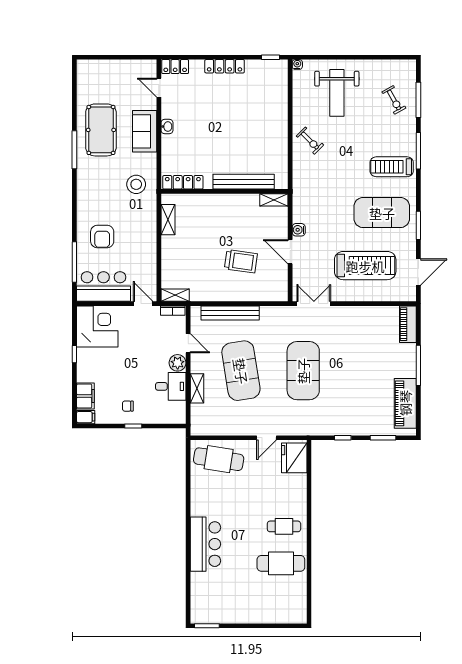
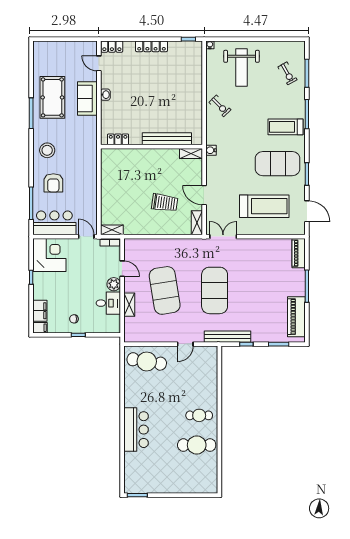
locker: (183, 182) -> (118, 139), width x0.66
stool: (136, 184) -> (47, 150), moved
shelving: (168, 220) -> (197, 223), moved
water cooler: (299, 230) -> (211, 150), moved
door: (418, 272) -> (307, 211), hinge flipped
bench: (230, 313) -> (228, 337), moved
fridge: (294, 458) -> (207, 360), removed

